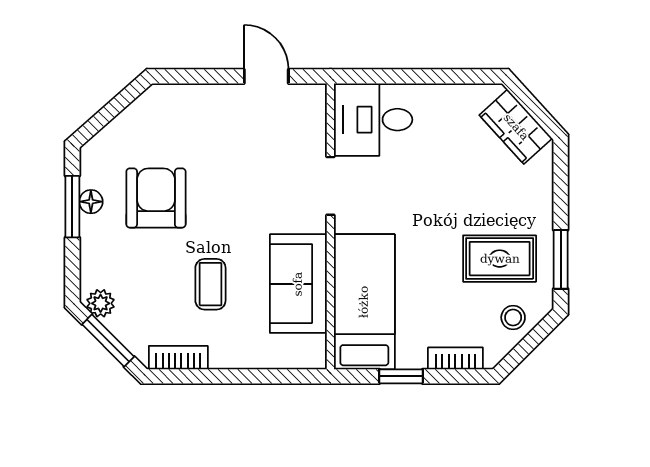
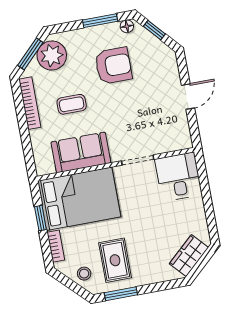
door: (266, 76) -> (188, 97), moved
window: (107, 114) -> (154, 30), added
floor lamp: (91, 202) -> (127, 26), moved
bed: (364, 302) -> (79, 199), width x1.50
plant: (101, 303) -> (52, 55), width x1.87, depth x1.87
bookcase: (178, 358) -> (30, 103), width x1.56

